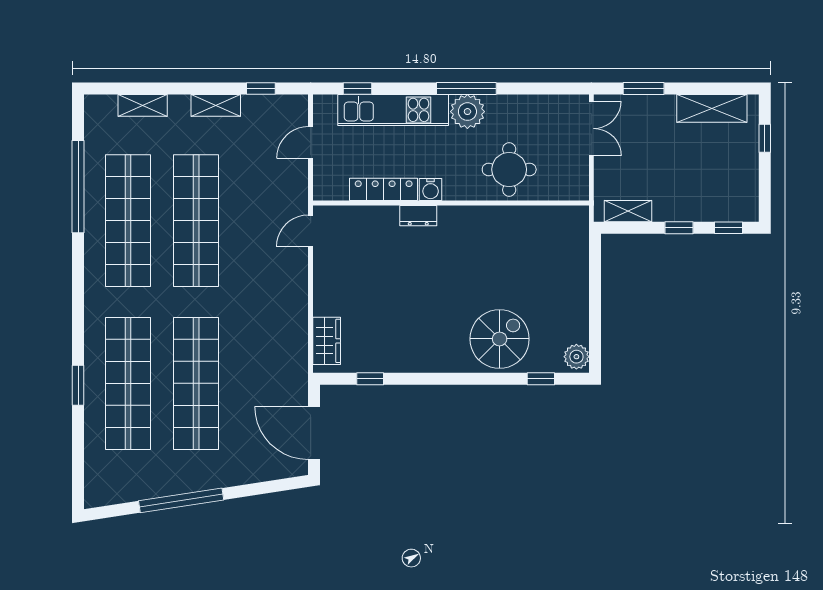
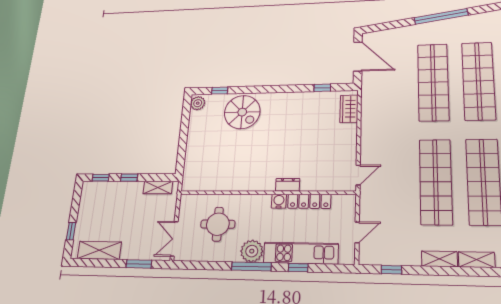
window: (357, 88) -> (298, 268), moved
shelving: (216, 105) -> (439, 259), moved
round table: (509, 169) -> (218, 224), moved
spiral stairs: (500, 339) -> (242, 112), turned -90

